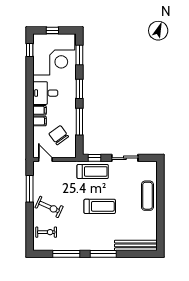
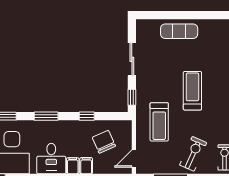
window: (79, 122) -> (87, 116), width x0.46
chair: (59, 135) -> (104, 142), turned 102
treadmill: (93, 171) -> (159, 122), moved, turned 180

